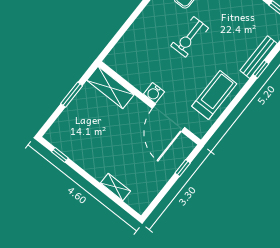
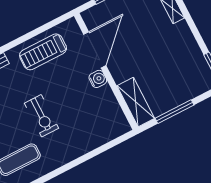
exercise bike: (190, 37) -> (41, 116), turned 90
window: (72, 95) -> (174, 112), width x1.44

